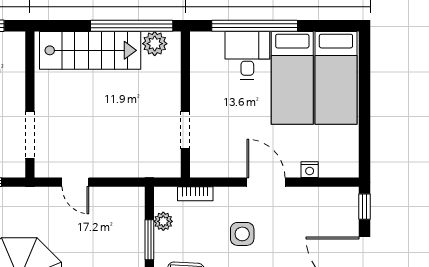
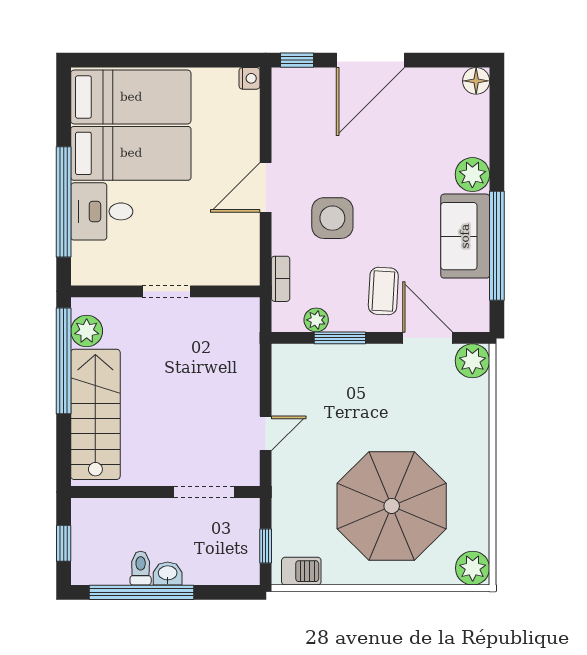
doorway: (185, 130) -> (166, 291), moved
nightstand: (310, 170) -> (250, 78), moved
side table: (242, 234) -> (332, 218), width x1.37, depth x1.37

